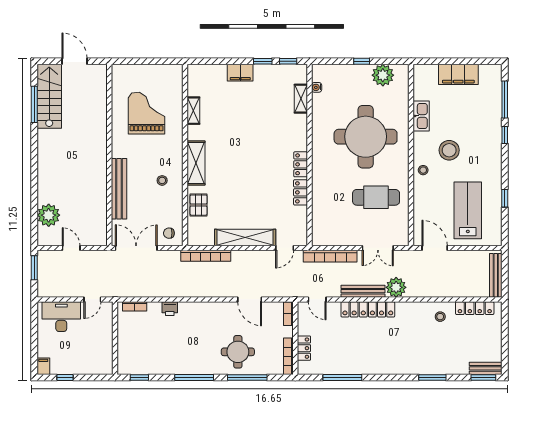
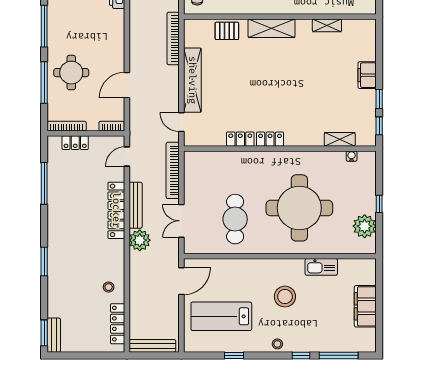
stool: (423, 170) -> (277, 344), moved
lab bench: (468, 210) -> (221, 316), turned 180
window: (432, 377) -> (44, 262), moved

